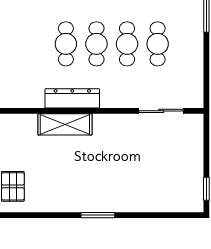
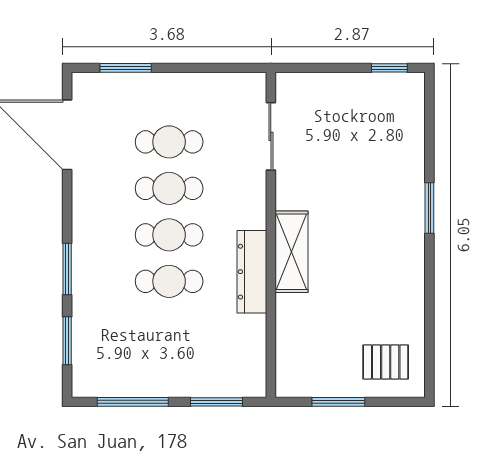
shelving: (65, 124) -> (292, 252), moved
window: (98, 215) -> (429, 208), moved

